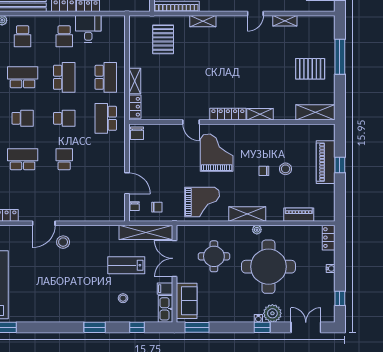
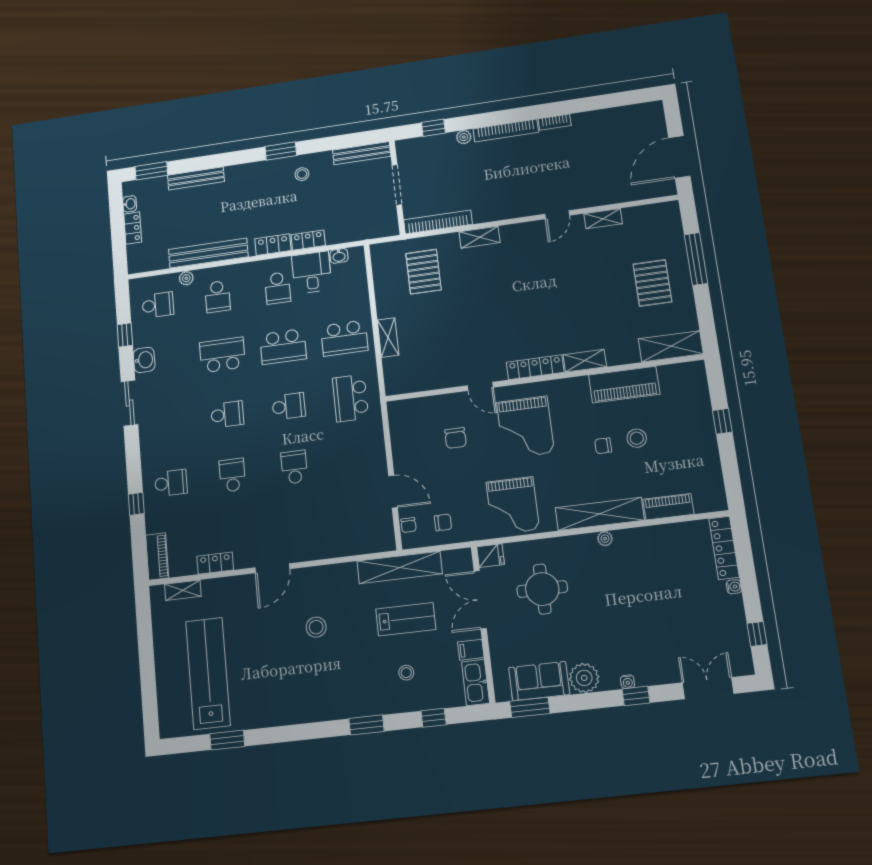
washbasin: (108, 20) -> (339, 256), added
pallet: (310, 69) -> (652, 283), turned 90
school desk: (64, 77) -> (283, 347), turned 90
school desk: (106, 77) -> (344, 338), turned 90
locker: (135, 107) -> (392, 375), removed
chair: (137, 133) -> (456, 438), moved
grand piano: (217, 153) -> (525, 427), turned 180
school desk: (23, 159) -> (232, 475), width x0.54
piano: (326, 162) -> (624, 385), moved, turned -90
grand piano: (202, 202) -> (513, 506), turned 90
shelving: (247, 214) -> (600, 514), width x1.47
shelving: (146, 232) -> (400, 567), moved
fridge: (184, 232) -> (491, 556), added
locker: (329, 238) -> (724, 548), width x1.53
stool: (63, 242) -> (316, 627), moved
lab bench: (126, 265) -> (406, 619), turned 180
round table: (268, 267) -> (632, 595), removed
sofa: (187, 301) -> (539, 681), moved, turned -90
plant: (272, 313) -> (584, 678), moved

